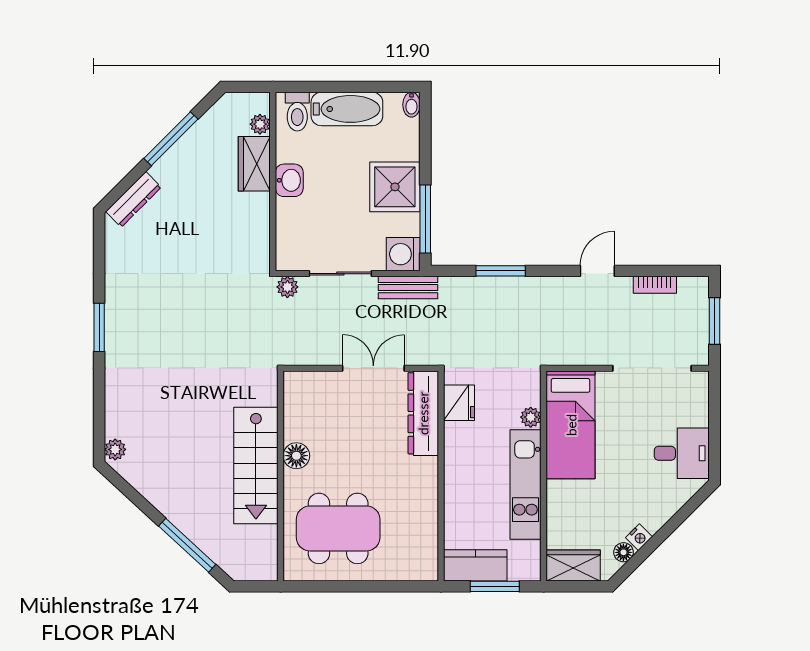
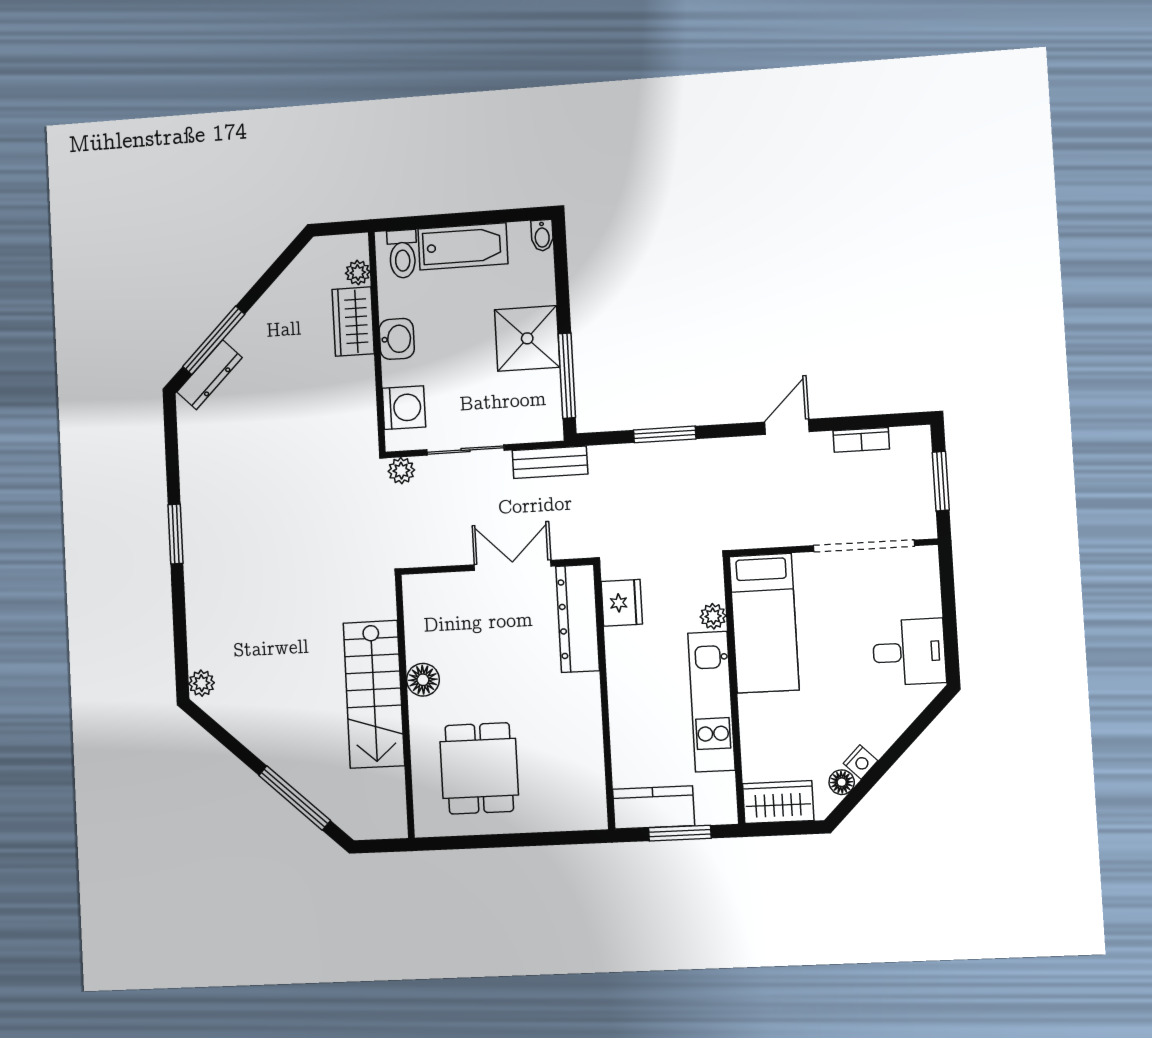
window: (171, 139) -> (214, 340), moved
washing machine: (403, 254) -> (404, 408), moved, turned 180
dining table: (338, 528) -> (479, 768), width x0.73

